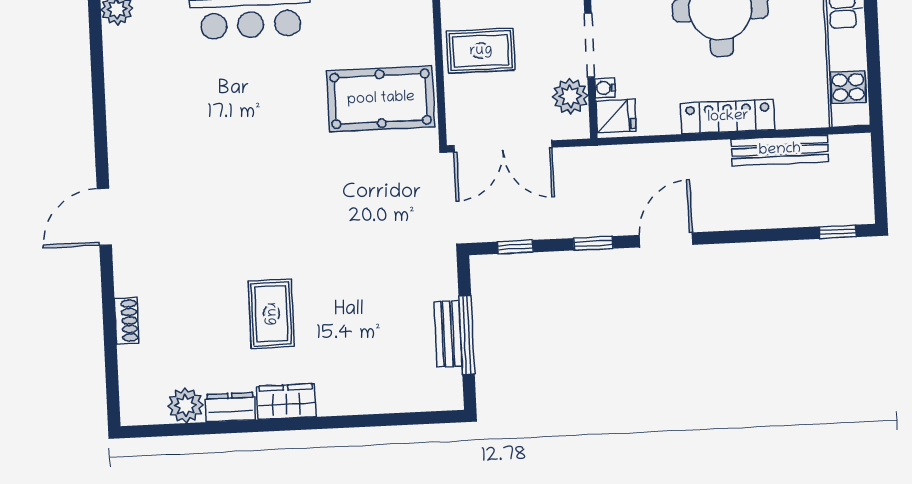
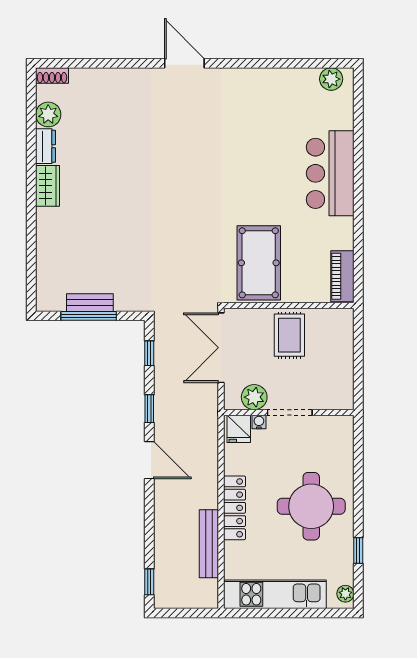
rug: (271, 314) -> (110, 178), removed
shoe rack: (127, 321) -> (52, 76), moved

